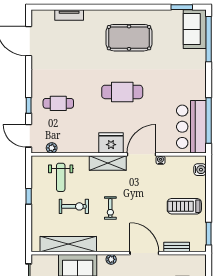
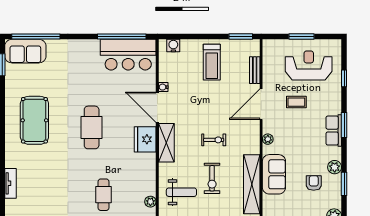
exercise bike: (74, 206) -> (212, 178), turned 180

